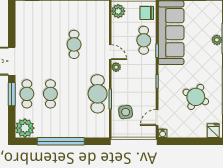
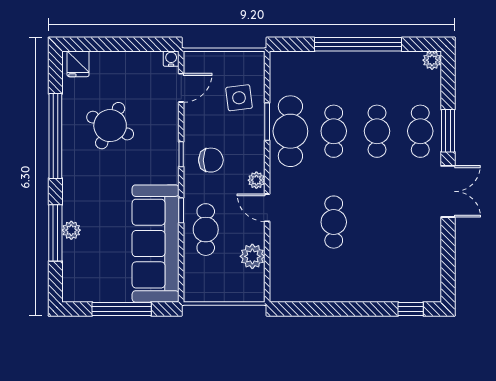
plant: (118, 11) -> (252, 256), moved
chair: (147, 13) -> (211, 160), moved
cafe table: (74, 94) -> (334, 131), added
plant: (25, 128) -> (432, 60), width x0.53, depth x0.53

